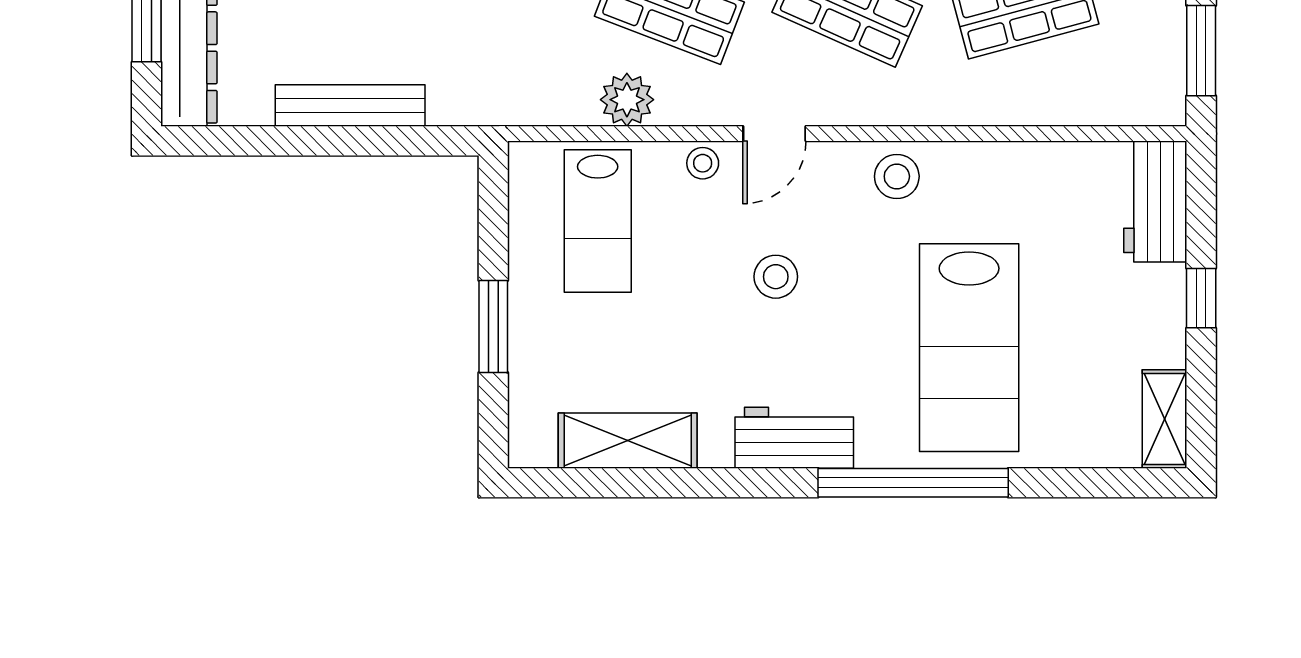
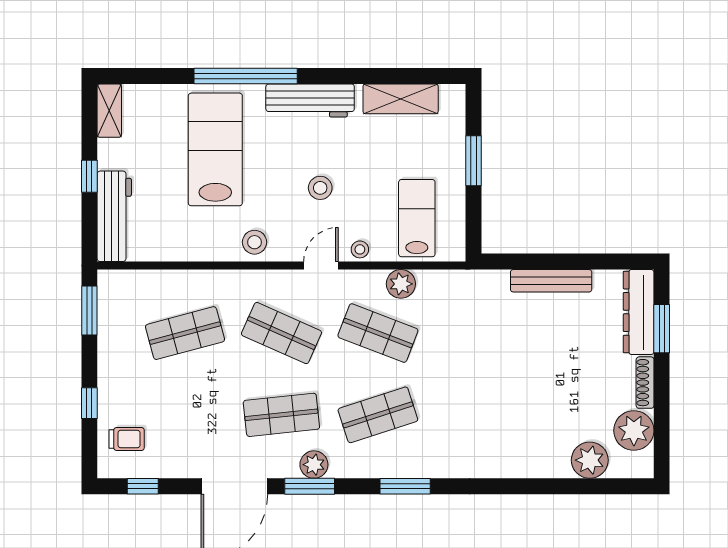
workbench: (1155, 202) -> (114, 216), width x1.38
workbench: (794, 438) -> (310, 100), width x1.38

